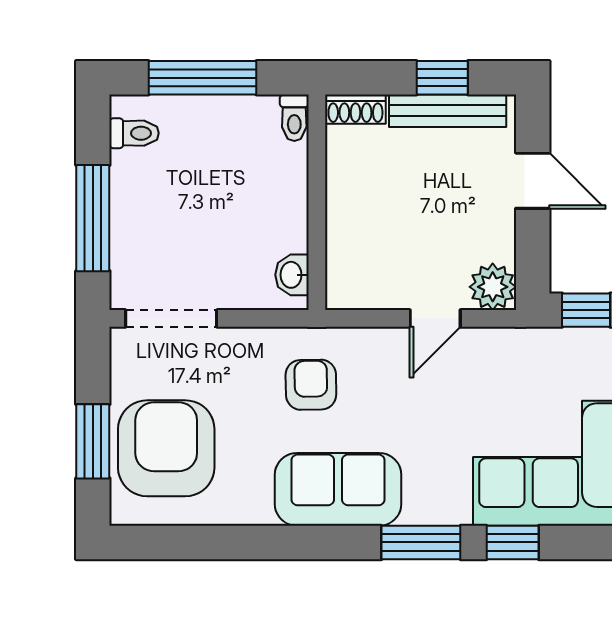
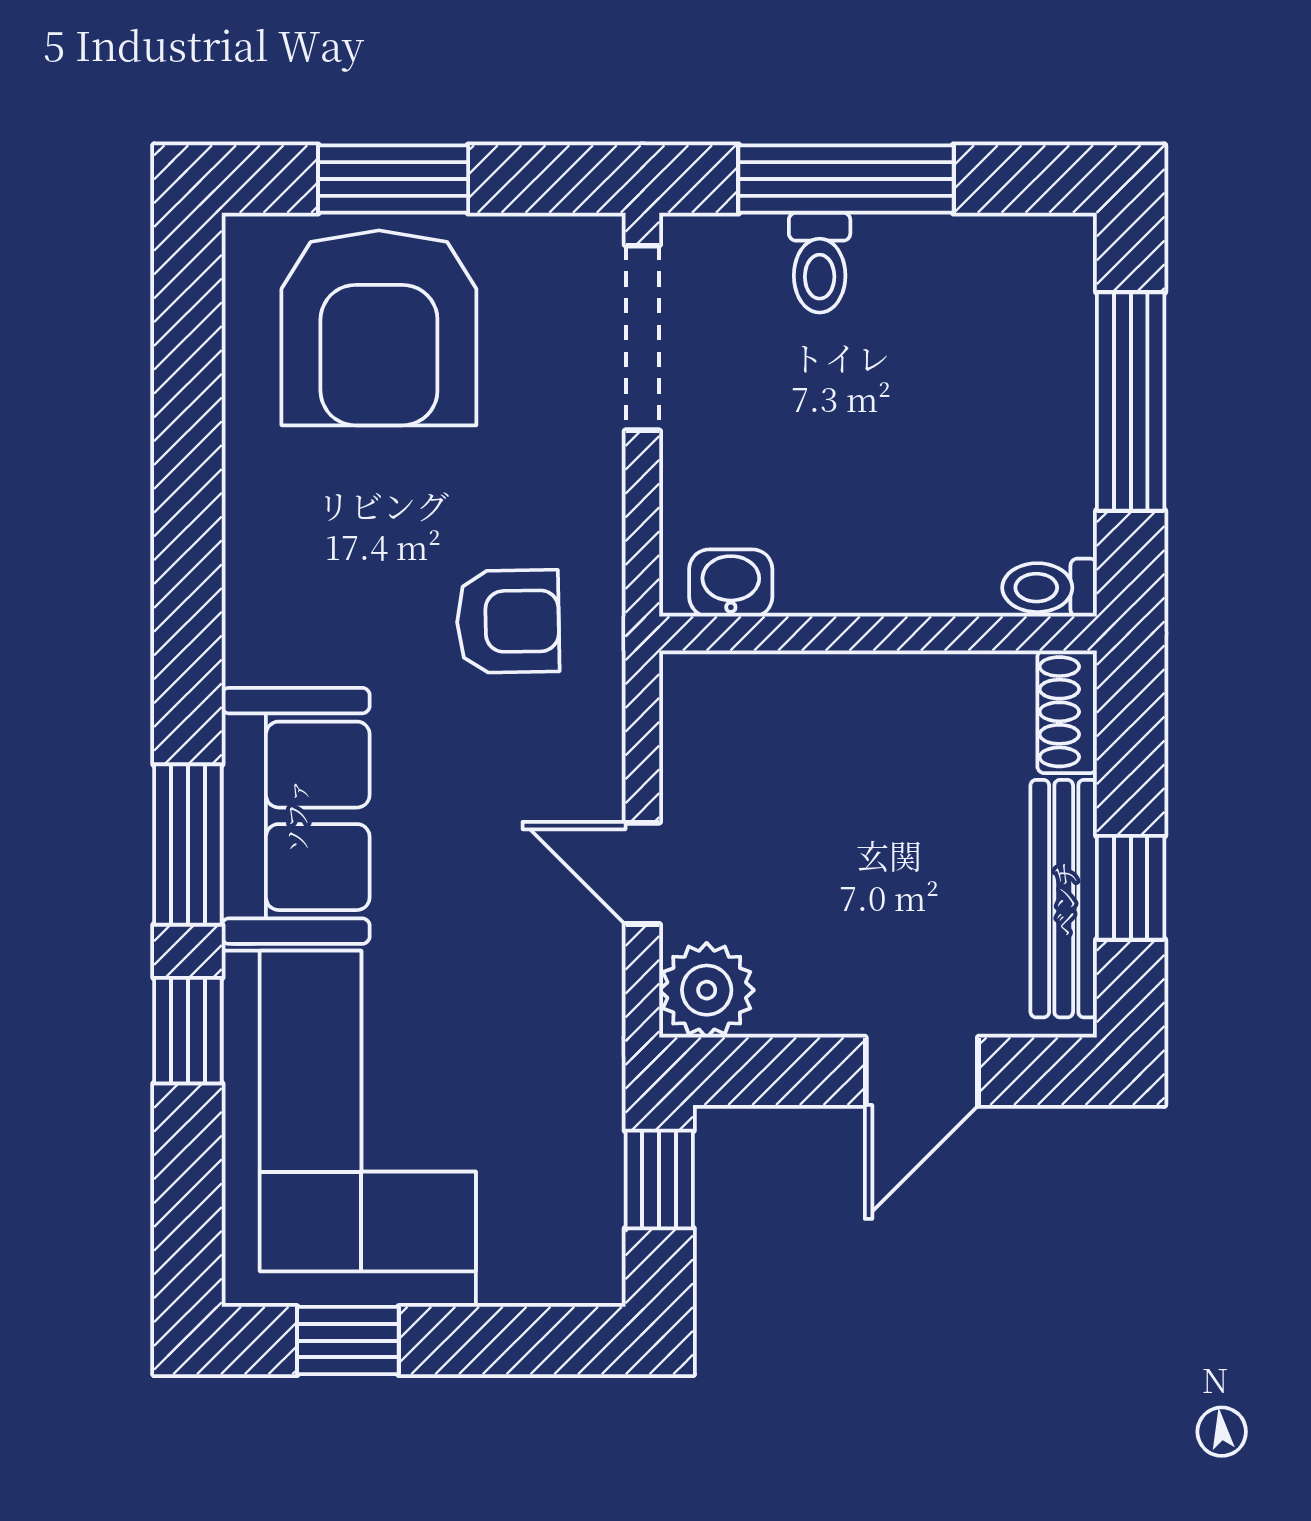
toilet: (134, 133) -> (820, 263), moved
armchair: (166, 448) -> (379, 328), turned 90
sofa: (338, 489) -> (296, 816), moved

